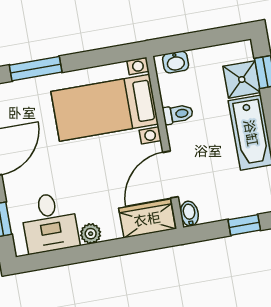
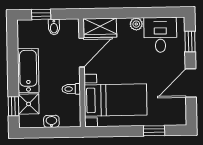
washbasin: (176, 62) -> (51, 121), moved
window: (36, 69) -> (154, 131), width x0.67
bidet: (189, 214) -> (54, 27), moved

